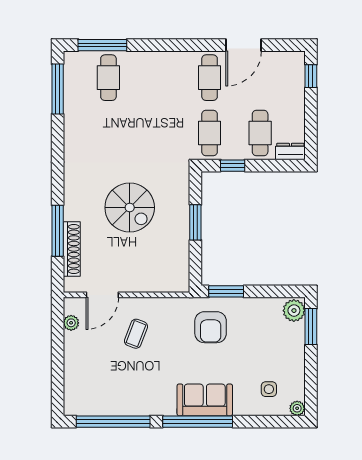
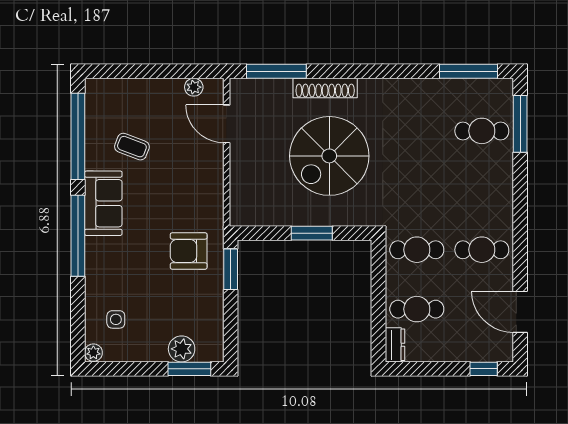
door: (244, 45) -> (520, 312), moved
window: (233, 166) -> (379, 277), removed
spiral stairs: (130, 208) -> (329, 156), width x1.37, depth x1.37
window: (58, 231) -> (276, 71), moved
shoe rack: (72, 249) -> (325, 88), moved
plant: (294, 311) -> (182, 349), moved
coffee table: (136, 334) -> (132, 147), moved
sofa: (205, 400) -> (103, 203), moved

